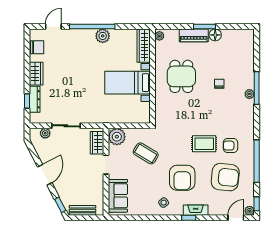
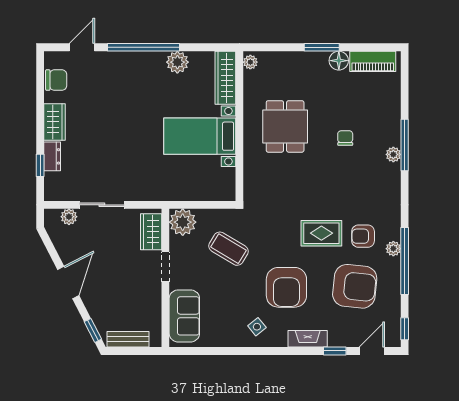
piano: (194, 35) -> (373, 61), moved
plant: (103, 36) -> (177, 62), moved
dresser: (35, 99) -> (52, 156), width x0.70
plant: (250, 211) -> (393, 249), moved
window: (189, 218) -> (335, 351), moved

